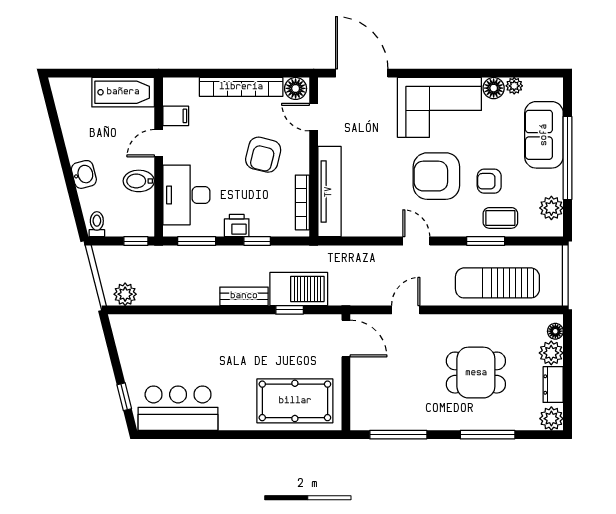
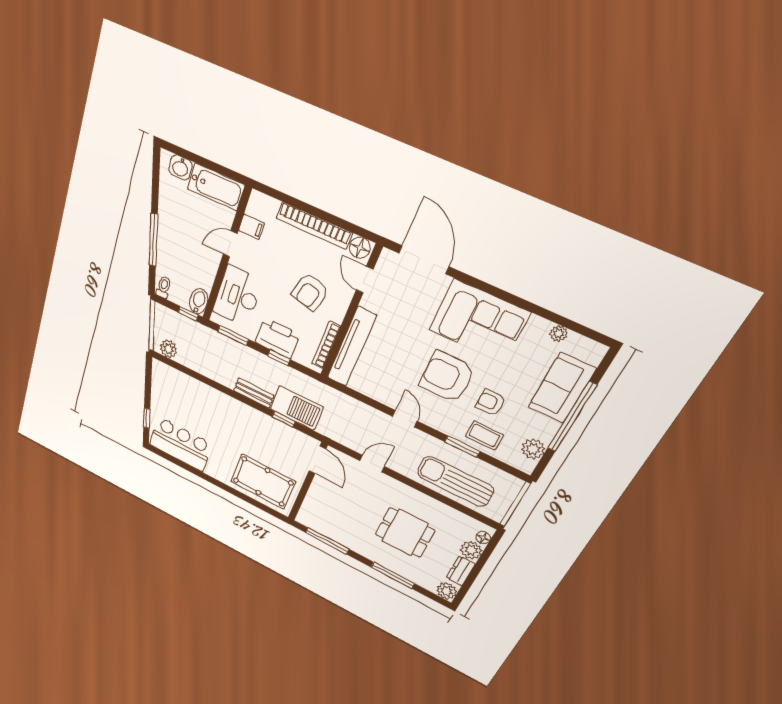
floor lamp: (494, 88) -> (538, 327), removed
washbasin: (84, 174) -> (180, 167), moved, turned 104
window: (69, 177) -> (153, 240), added
bidet: (139, 181) -> (199, 301), moved, turned 90
printer: (237, 226) -> (278, 338), width x1.87, depth x1.48

